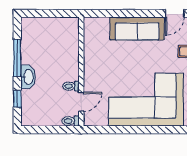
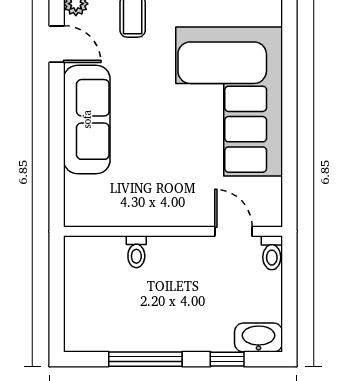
washbasin: (28, 77) -> (259, 338), moved
toilet: (71, 86) -> (136, 252), moved

